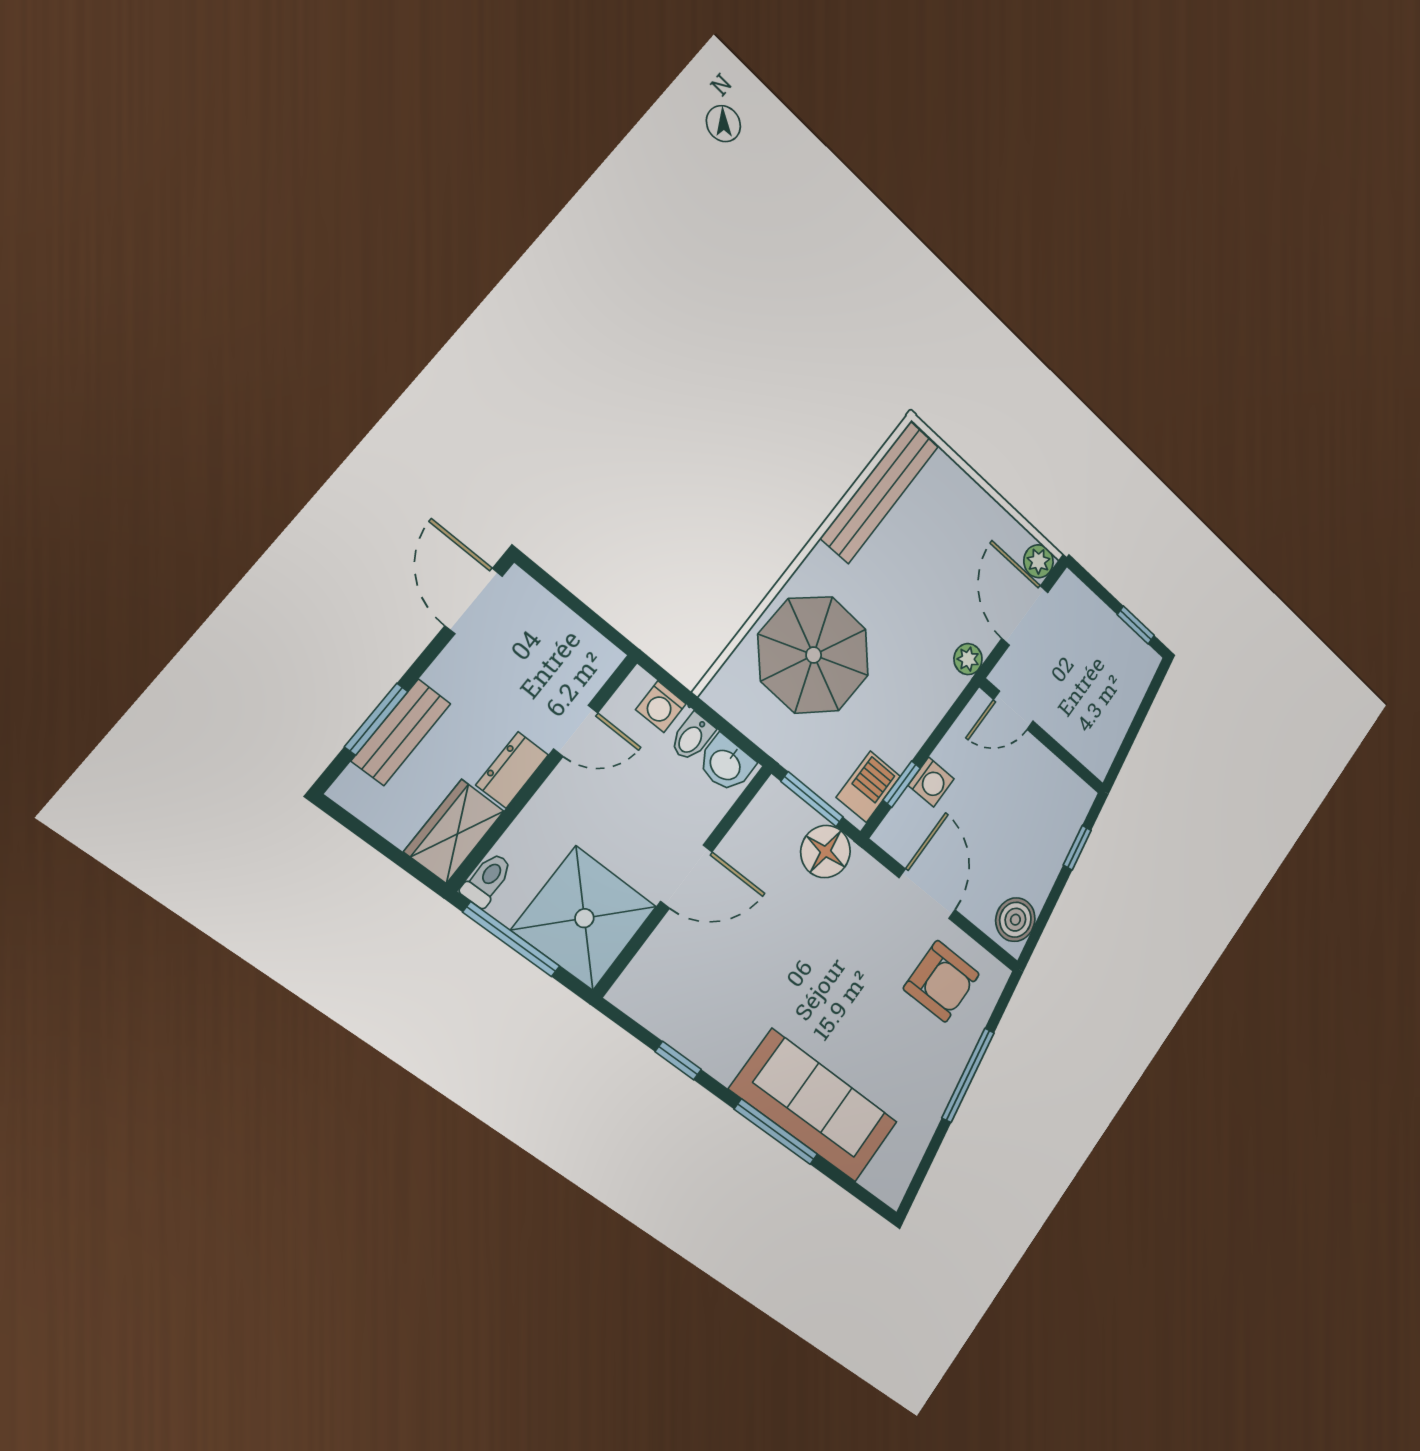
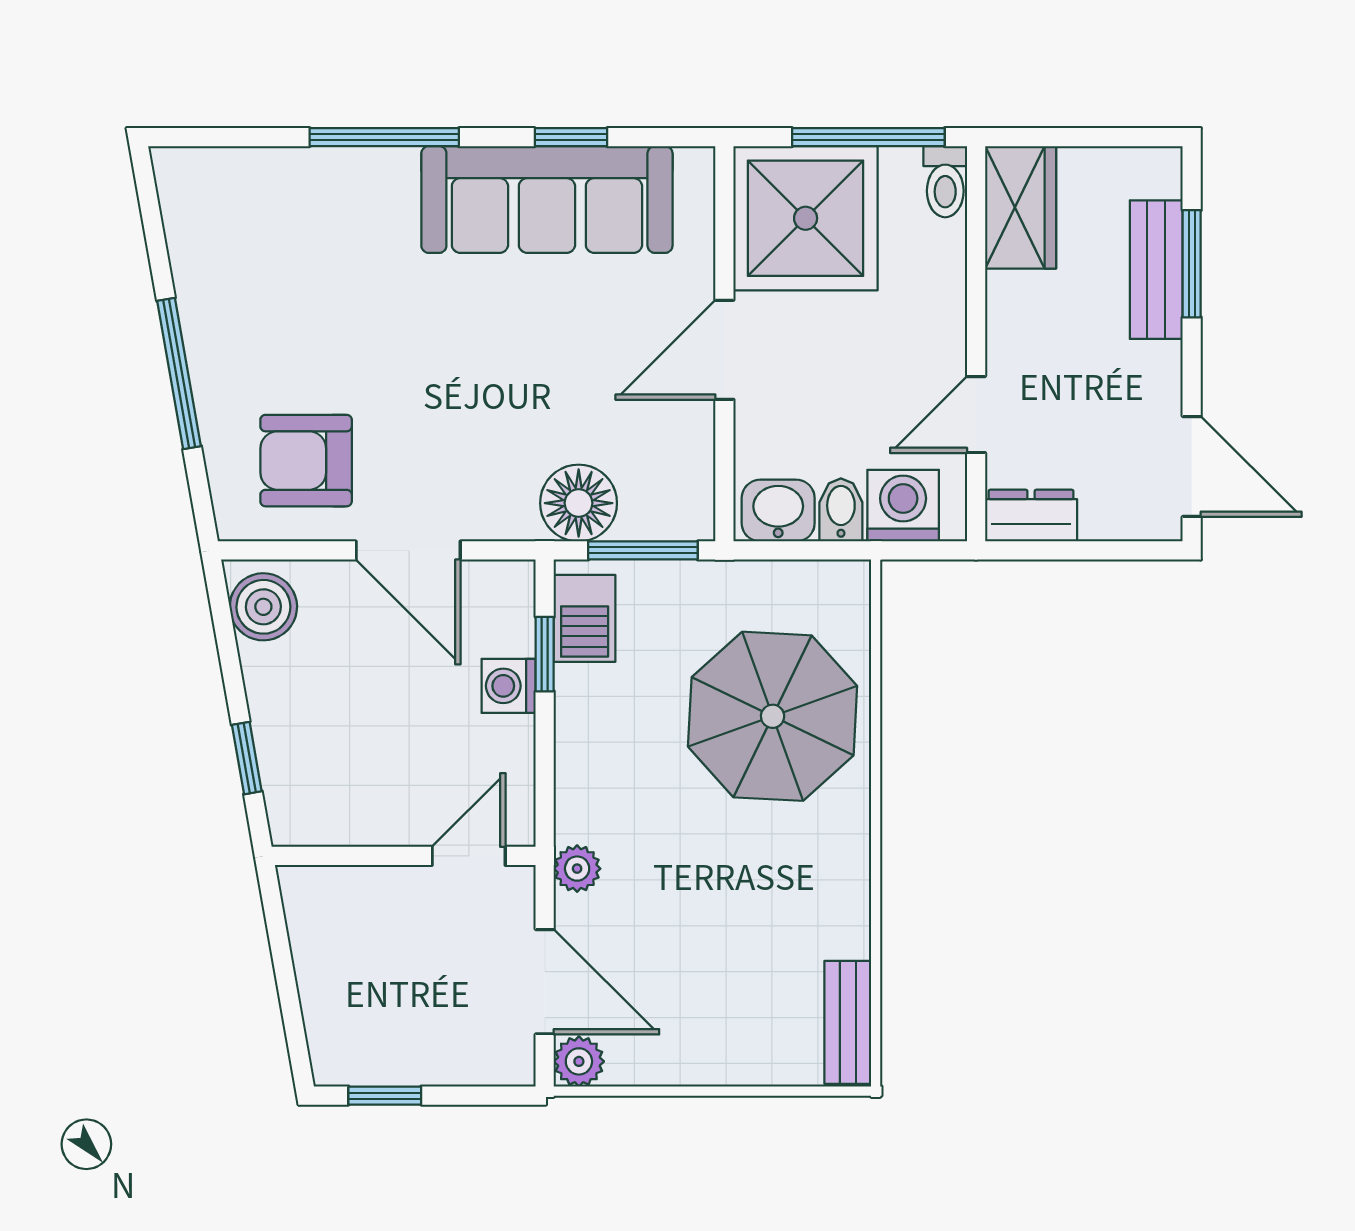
bench: (880, 492) -> (848, 1022), width x0.54, depth x0.82
washing machine: (661, 707) -> (903, 506), width x1.38, depth x1.38
dresser: (512, 770) -> (1031, 516), moved, turned -90
sofa: (814, 1106) -> (547, 200), moved

